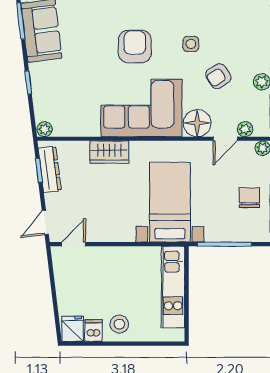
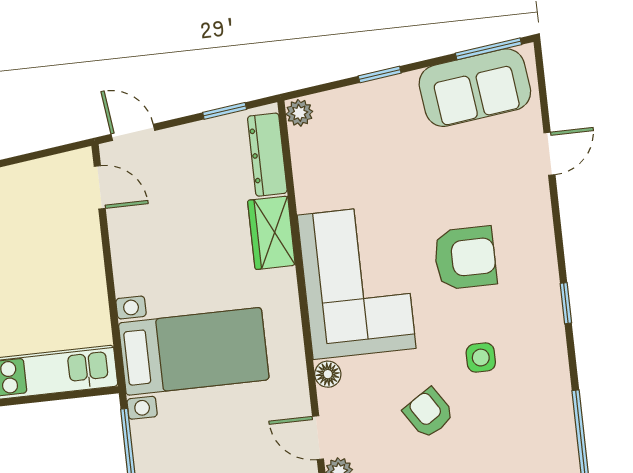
floor lamp: (197, 123) -> (328, 374), width x0.53, depth x0.53
dresser: (50, 169) -> (267, 155), moved, turned 97

